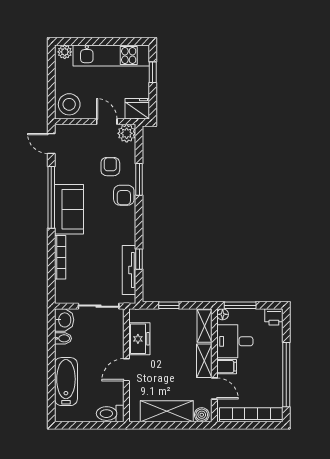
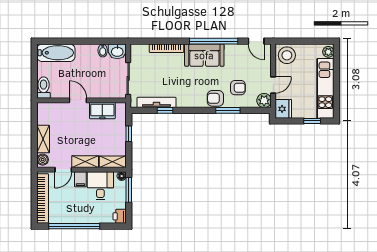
door: (51, 144) -> (256, 41), swing flipped
bathtub: (66, 382) -> (56, 53), moved
shelving: (167, 411) -> (43, 139), width x0.67, depth x0.75

